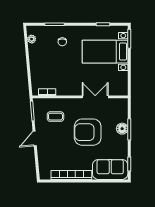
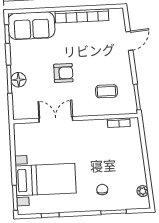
double door: (95, 97) -> (56, 120), swing flipped
armchair: (88, 132) -> (63, 73), width x0.53, depth x0.53
door: (35, 138) -> (129, 41), moved

